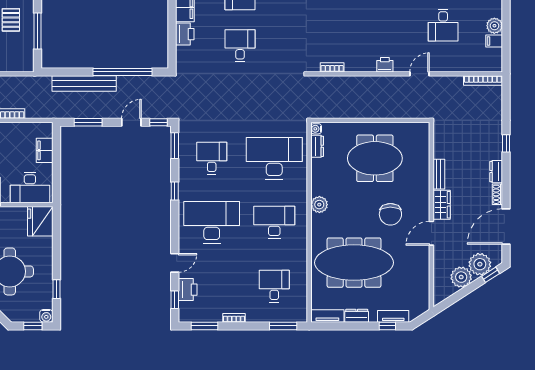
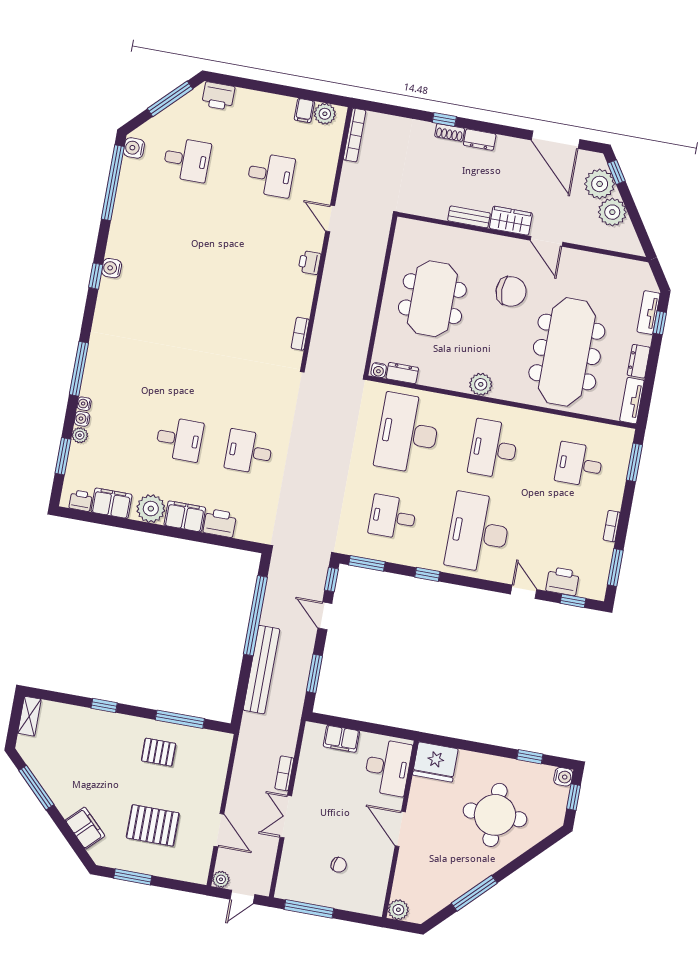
plant: (494, 26) -> (325, 114), moved
shoe rack: (497, 194) -> (450, 132), moved

